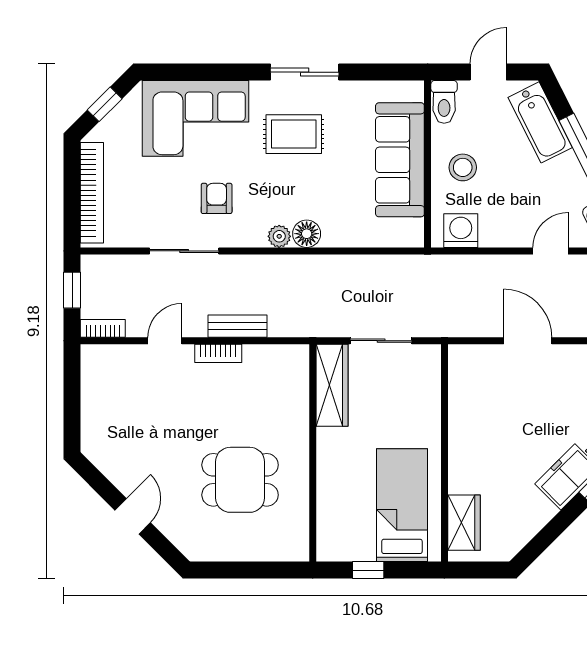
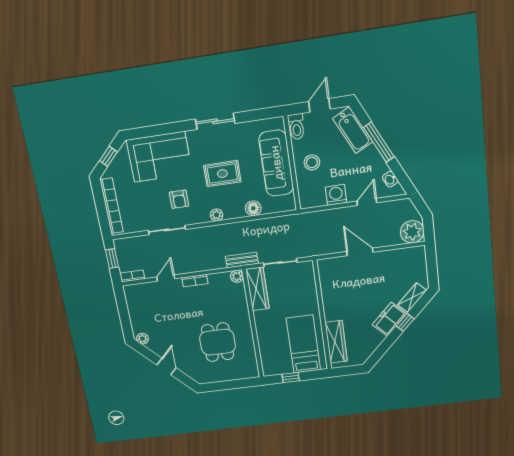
rug: (294, 134) -> (222, 174), moved
armchair: (217, 198) -> (179, 199), turned 180
washing machine: (461, 231) -> (336, 195), moved
floor lamp: (307, 234) -> (253, 208), moved
bench: (238, 326) -> (242, 260), moved
plant: (298, 356) -> (237, 276), added
plant: (98, 454) -> (142, 339), added
dining table: (240, 480) -> (218, 342), turned 90
wardrobe: (464, 523) -> (336, 342), width x1.50

